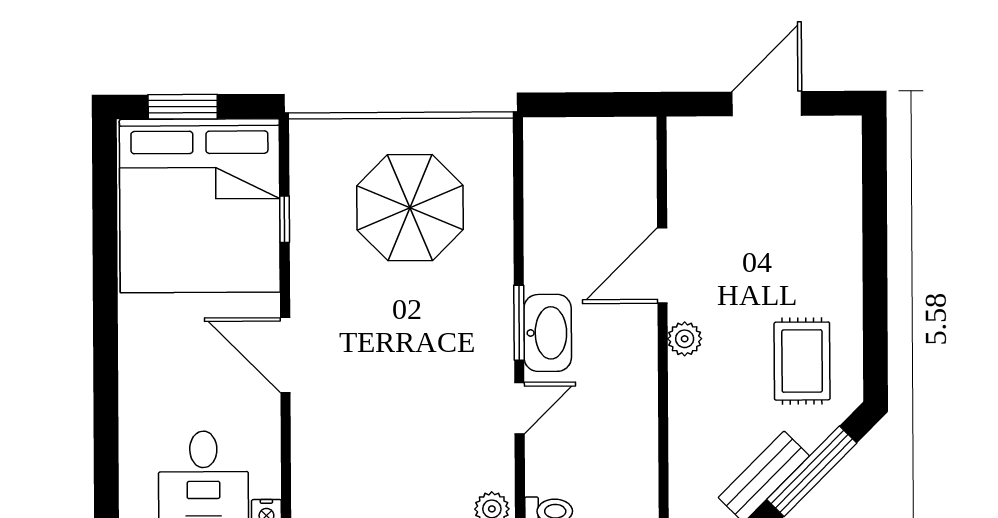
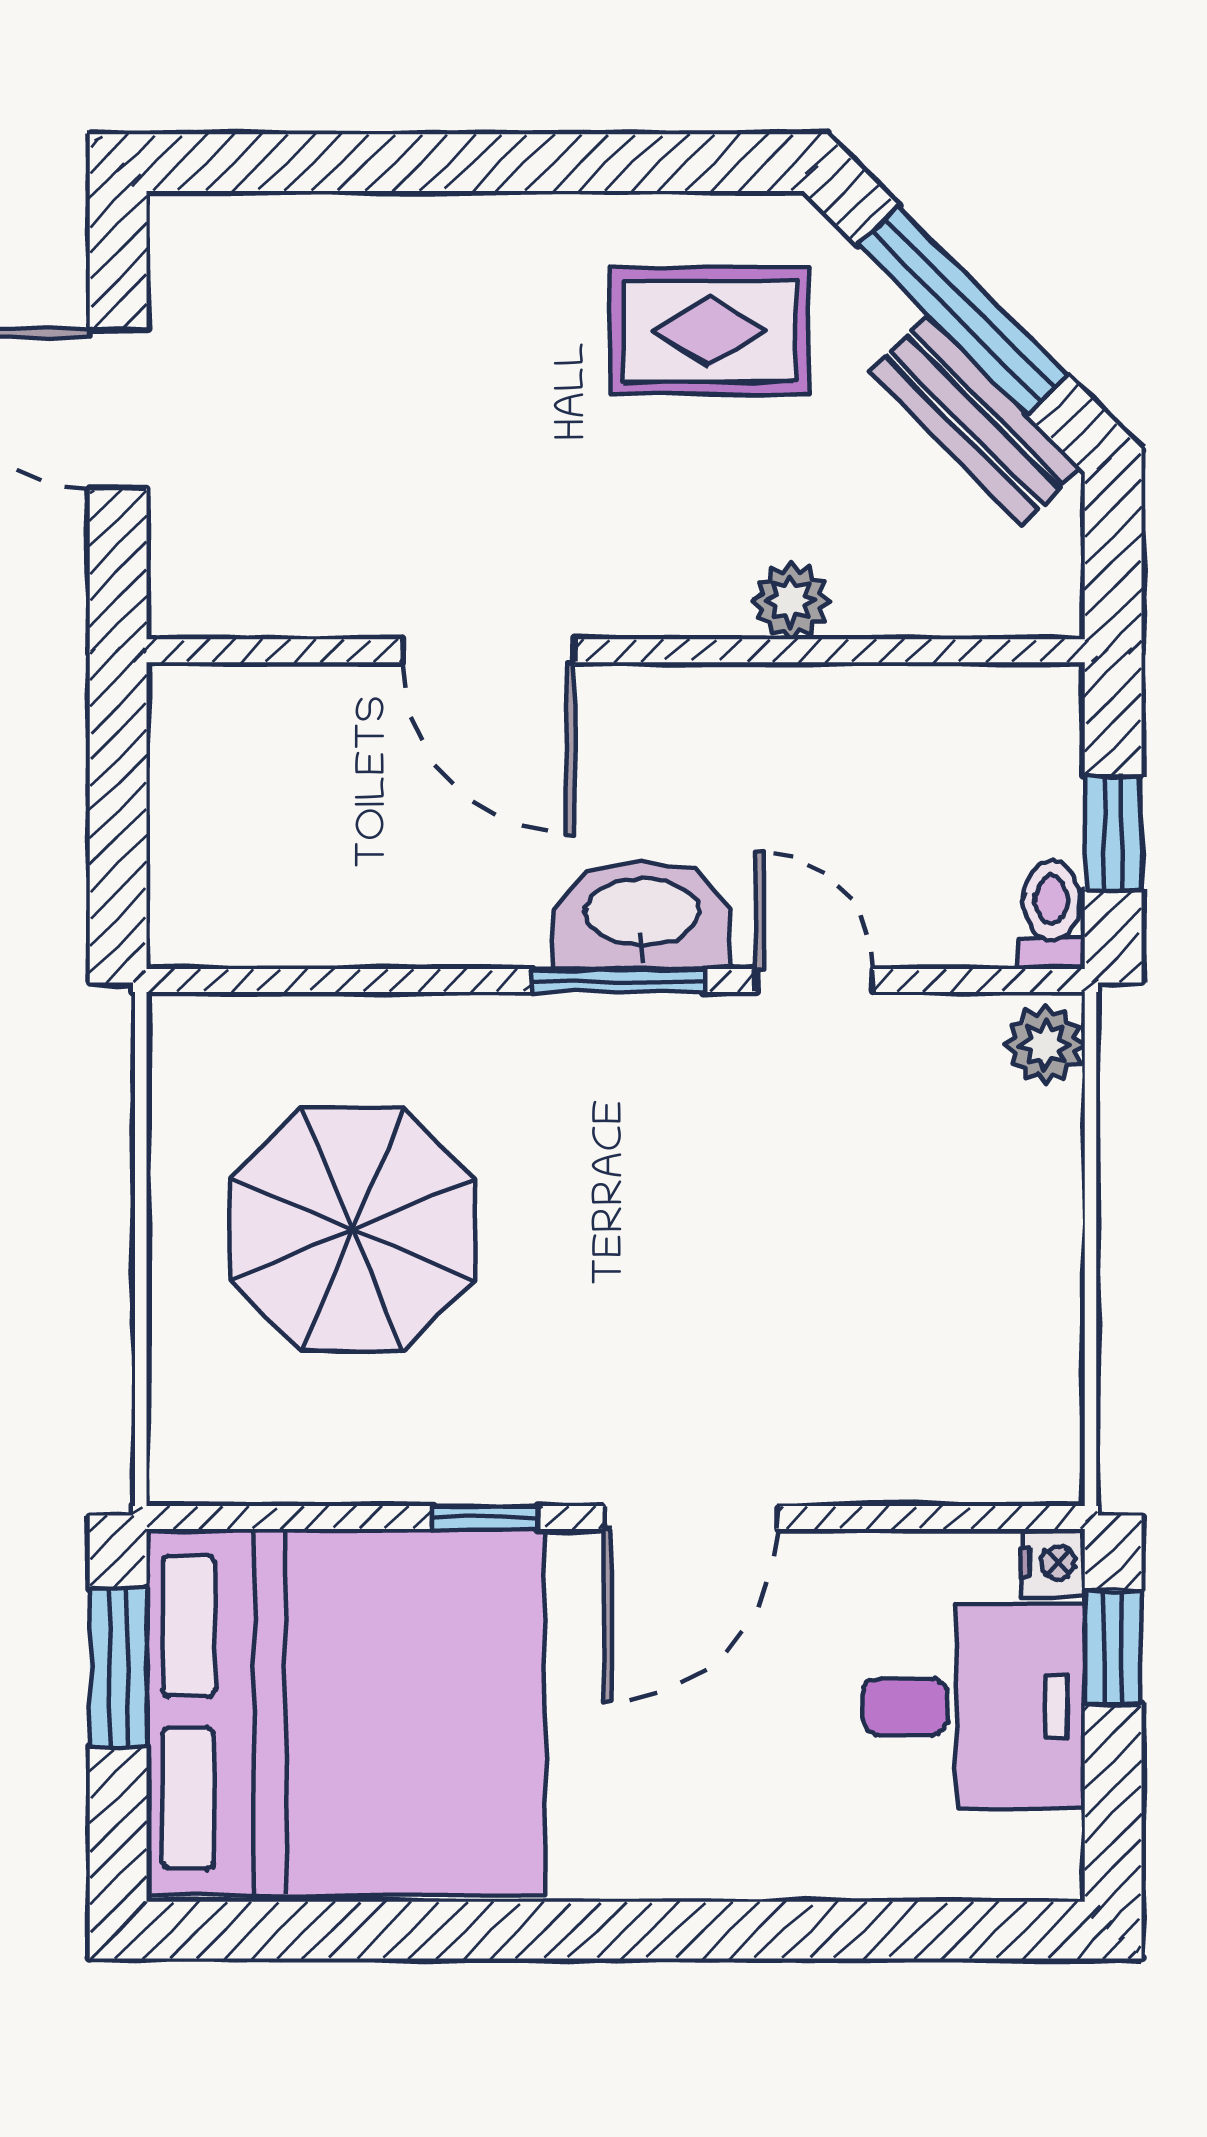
window: (183, 107) -> (118, 1668), moved
window: (285, 219) -> (485, 1518), moved
plant: (685, 339) -> (791, 600), moved

